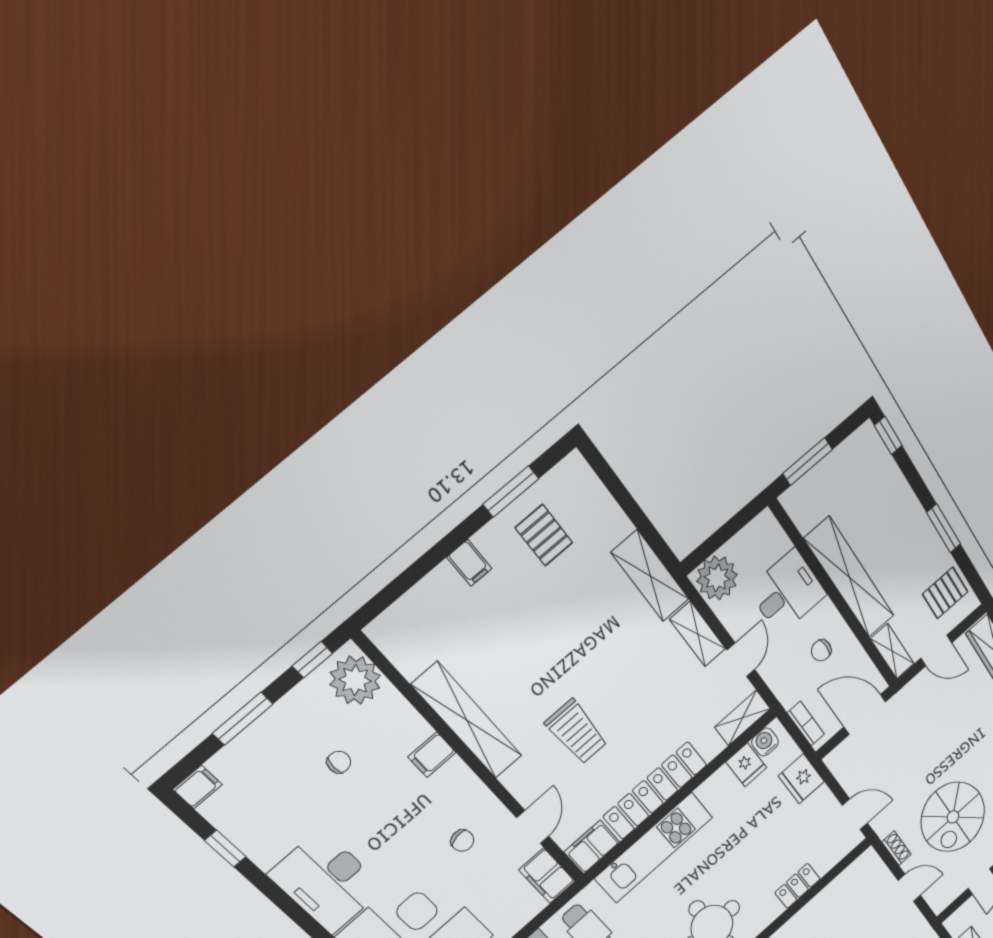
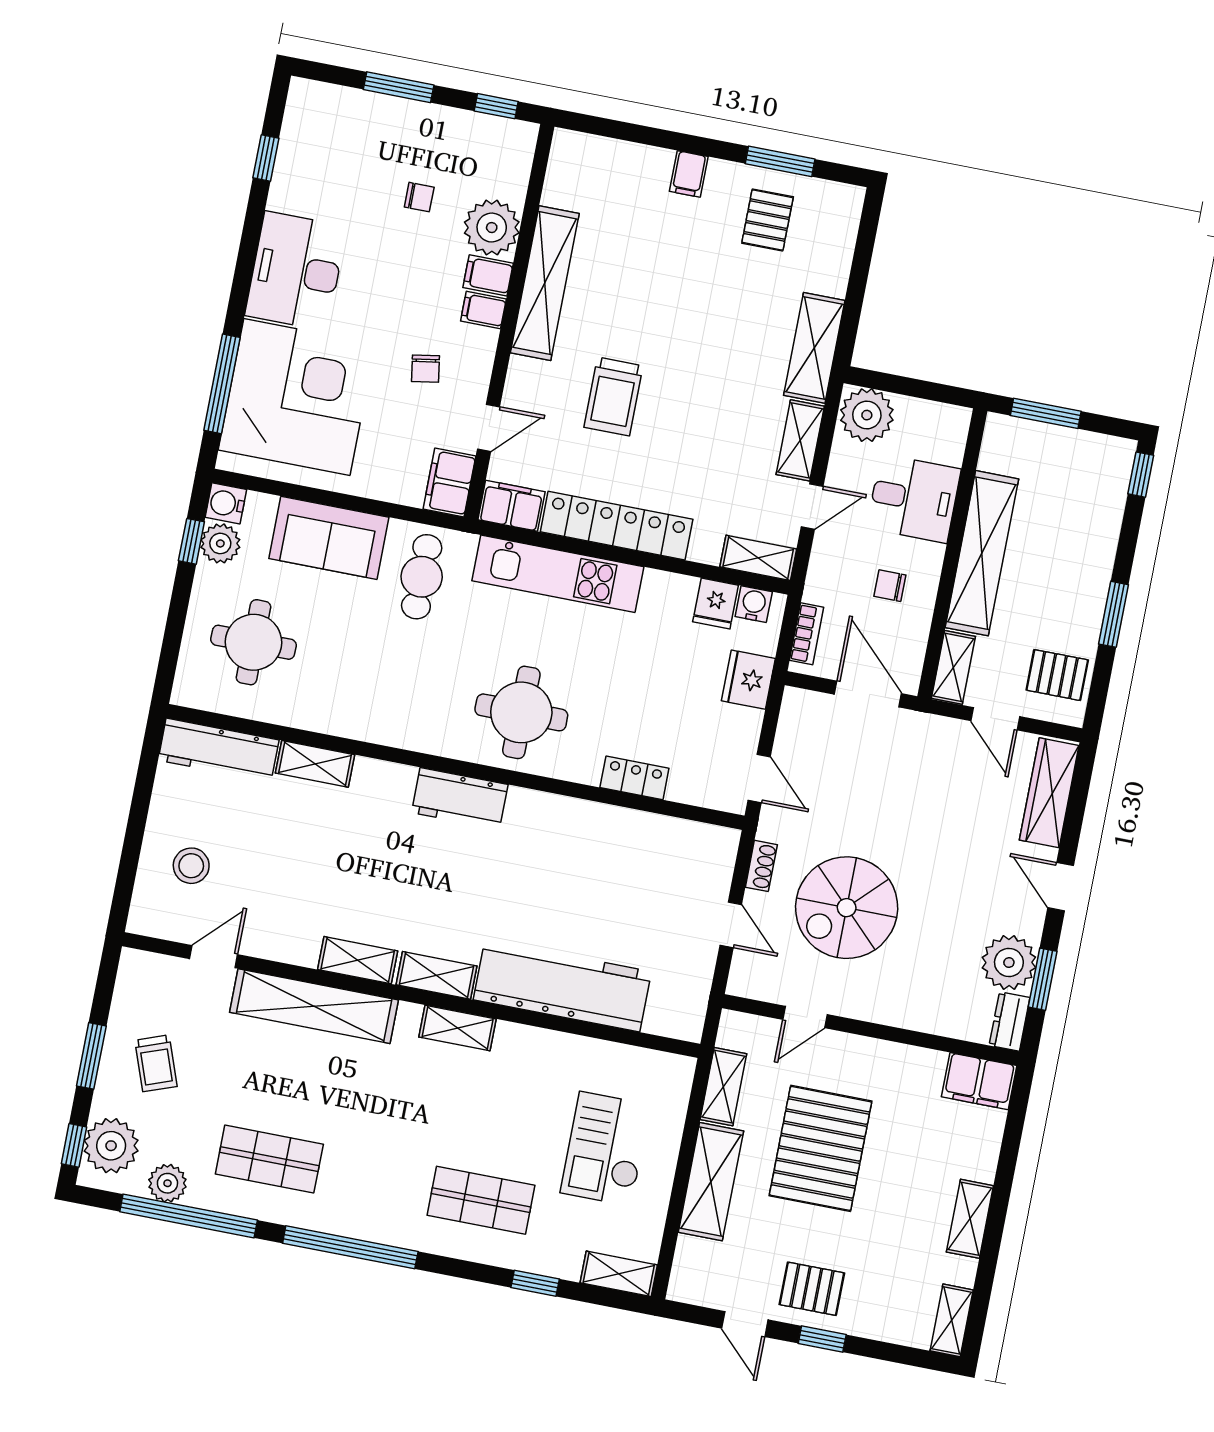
plant: (355, 680) -> (492, 228), moved
filing cabinet: (198, 787) -> (483, 310), moved, turned 180

